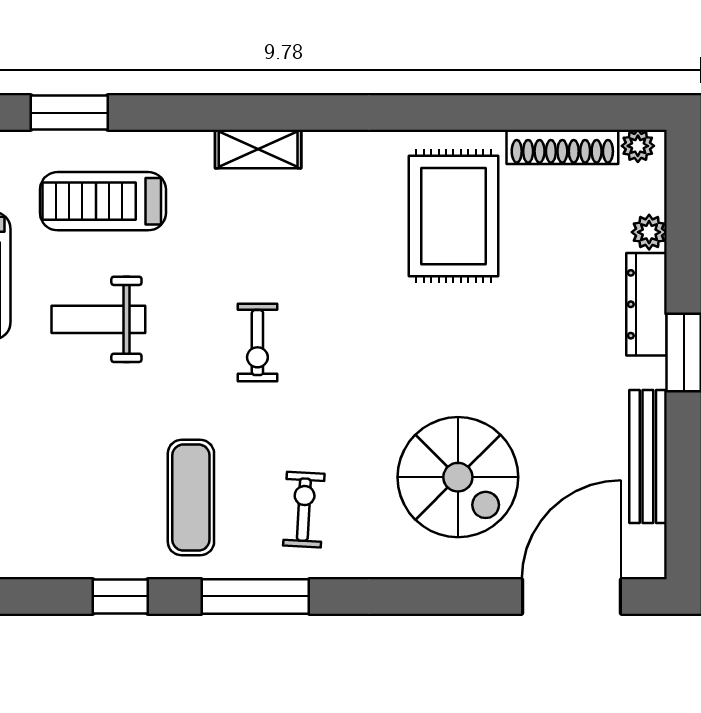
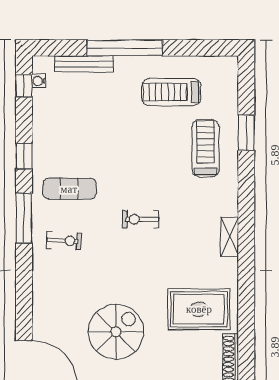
shelving: (258, 149) -> (230, 237), moved
weight bench: (98, 319) -> (151, 146), removed
spiral stairs: (458, 477) -> (116, 332), moved, turned 180

